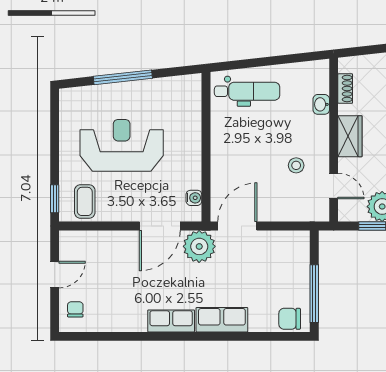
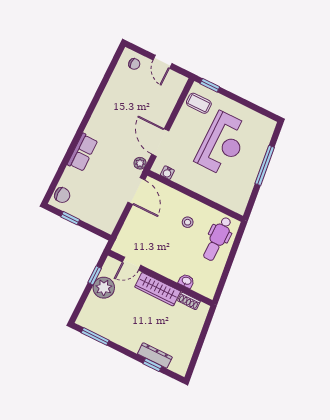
wardrobe: (350, 136) -> (158, 289), width x1.50
stool: (296, 165) -> (188, 222), moved
plant: (199, 246) -> (140, 163), width x0.53, depth x0.53
window: (314, 294) -> (70, 218), width x0.46
chair: (290, 319) -> (62, 195), turned 90
row of seats: (171, 321) -> (97, 120), removed

